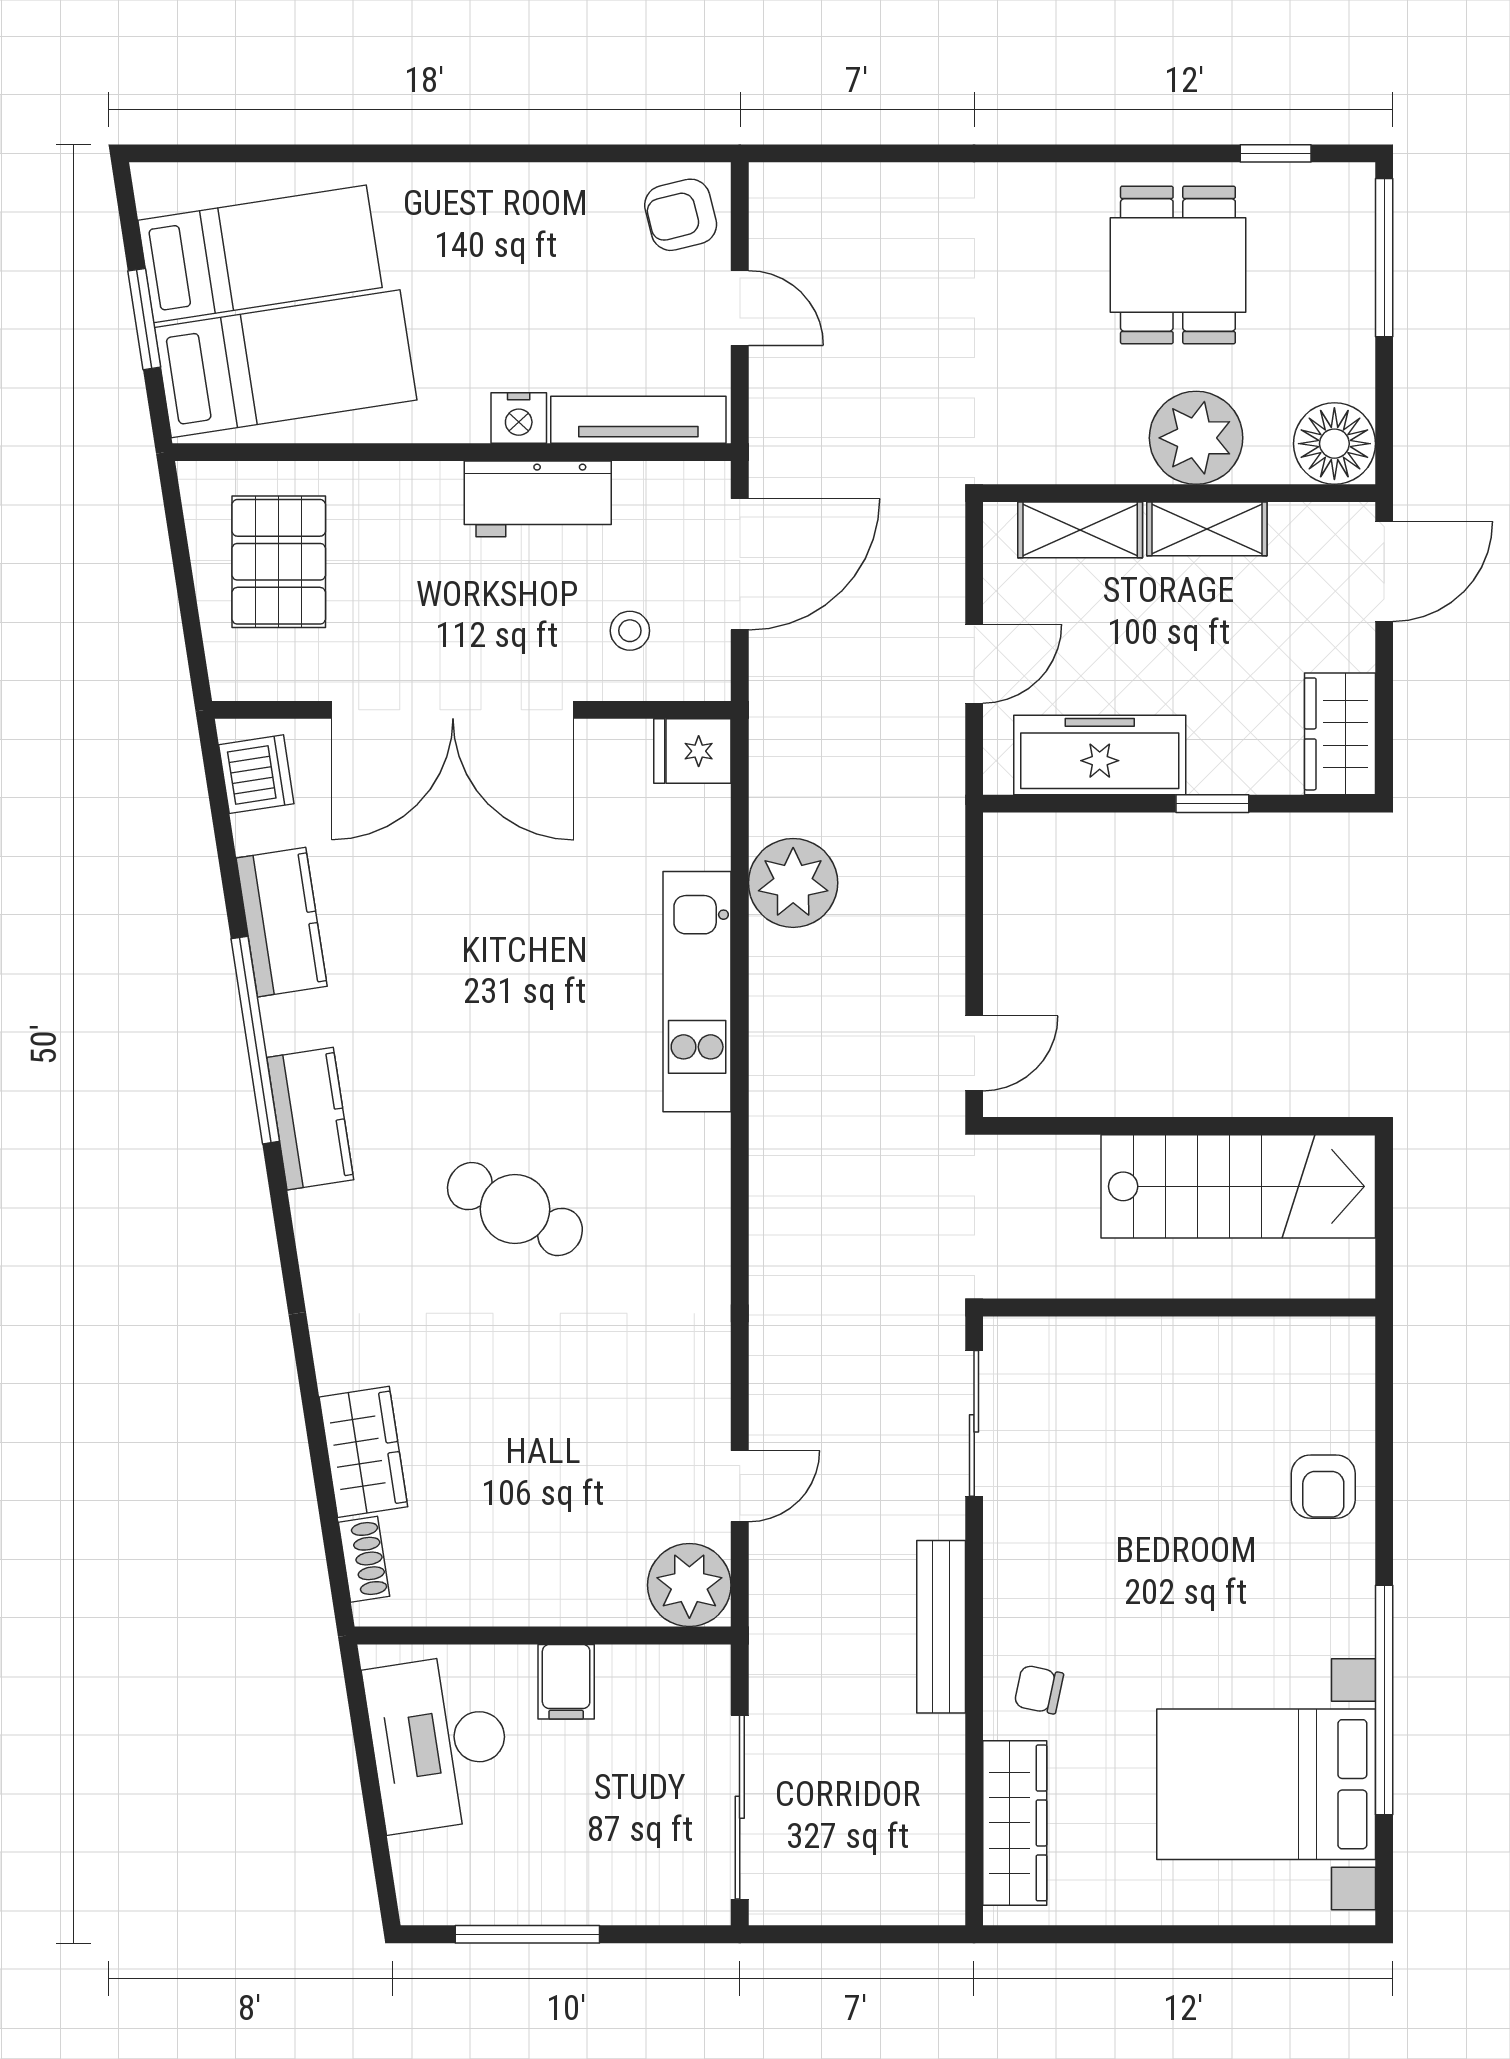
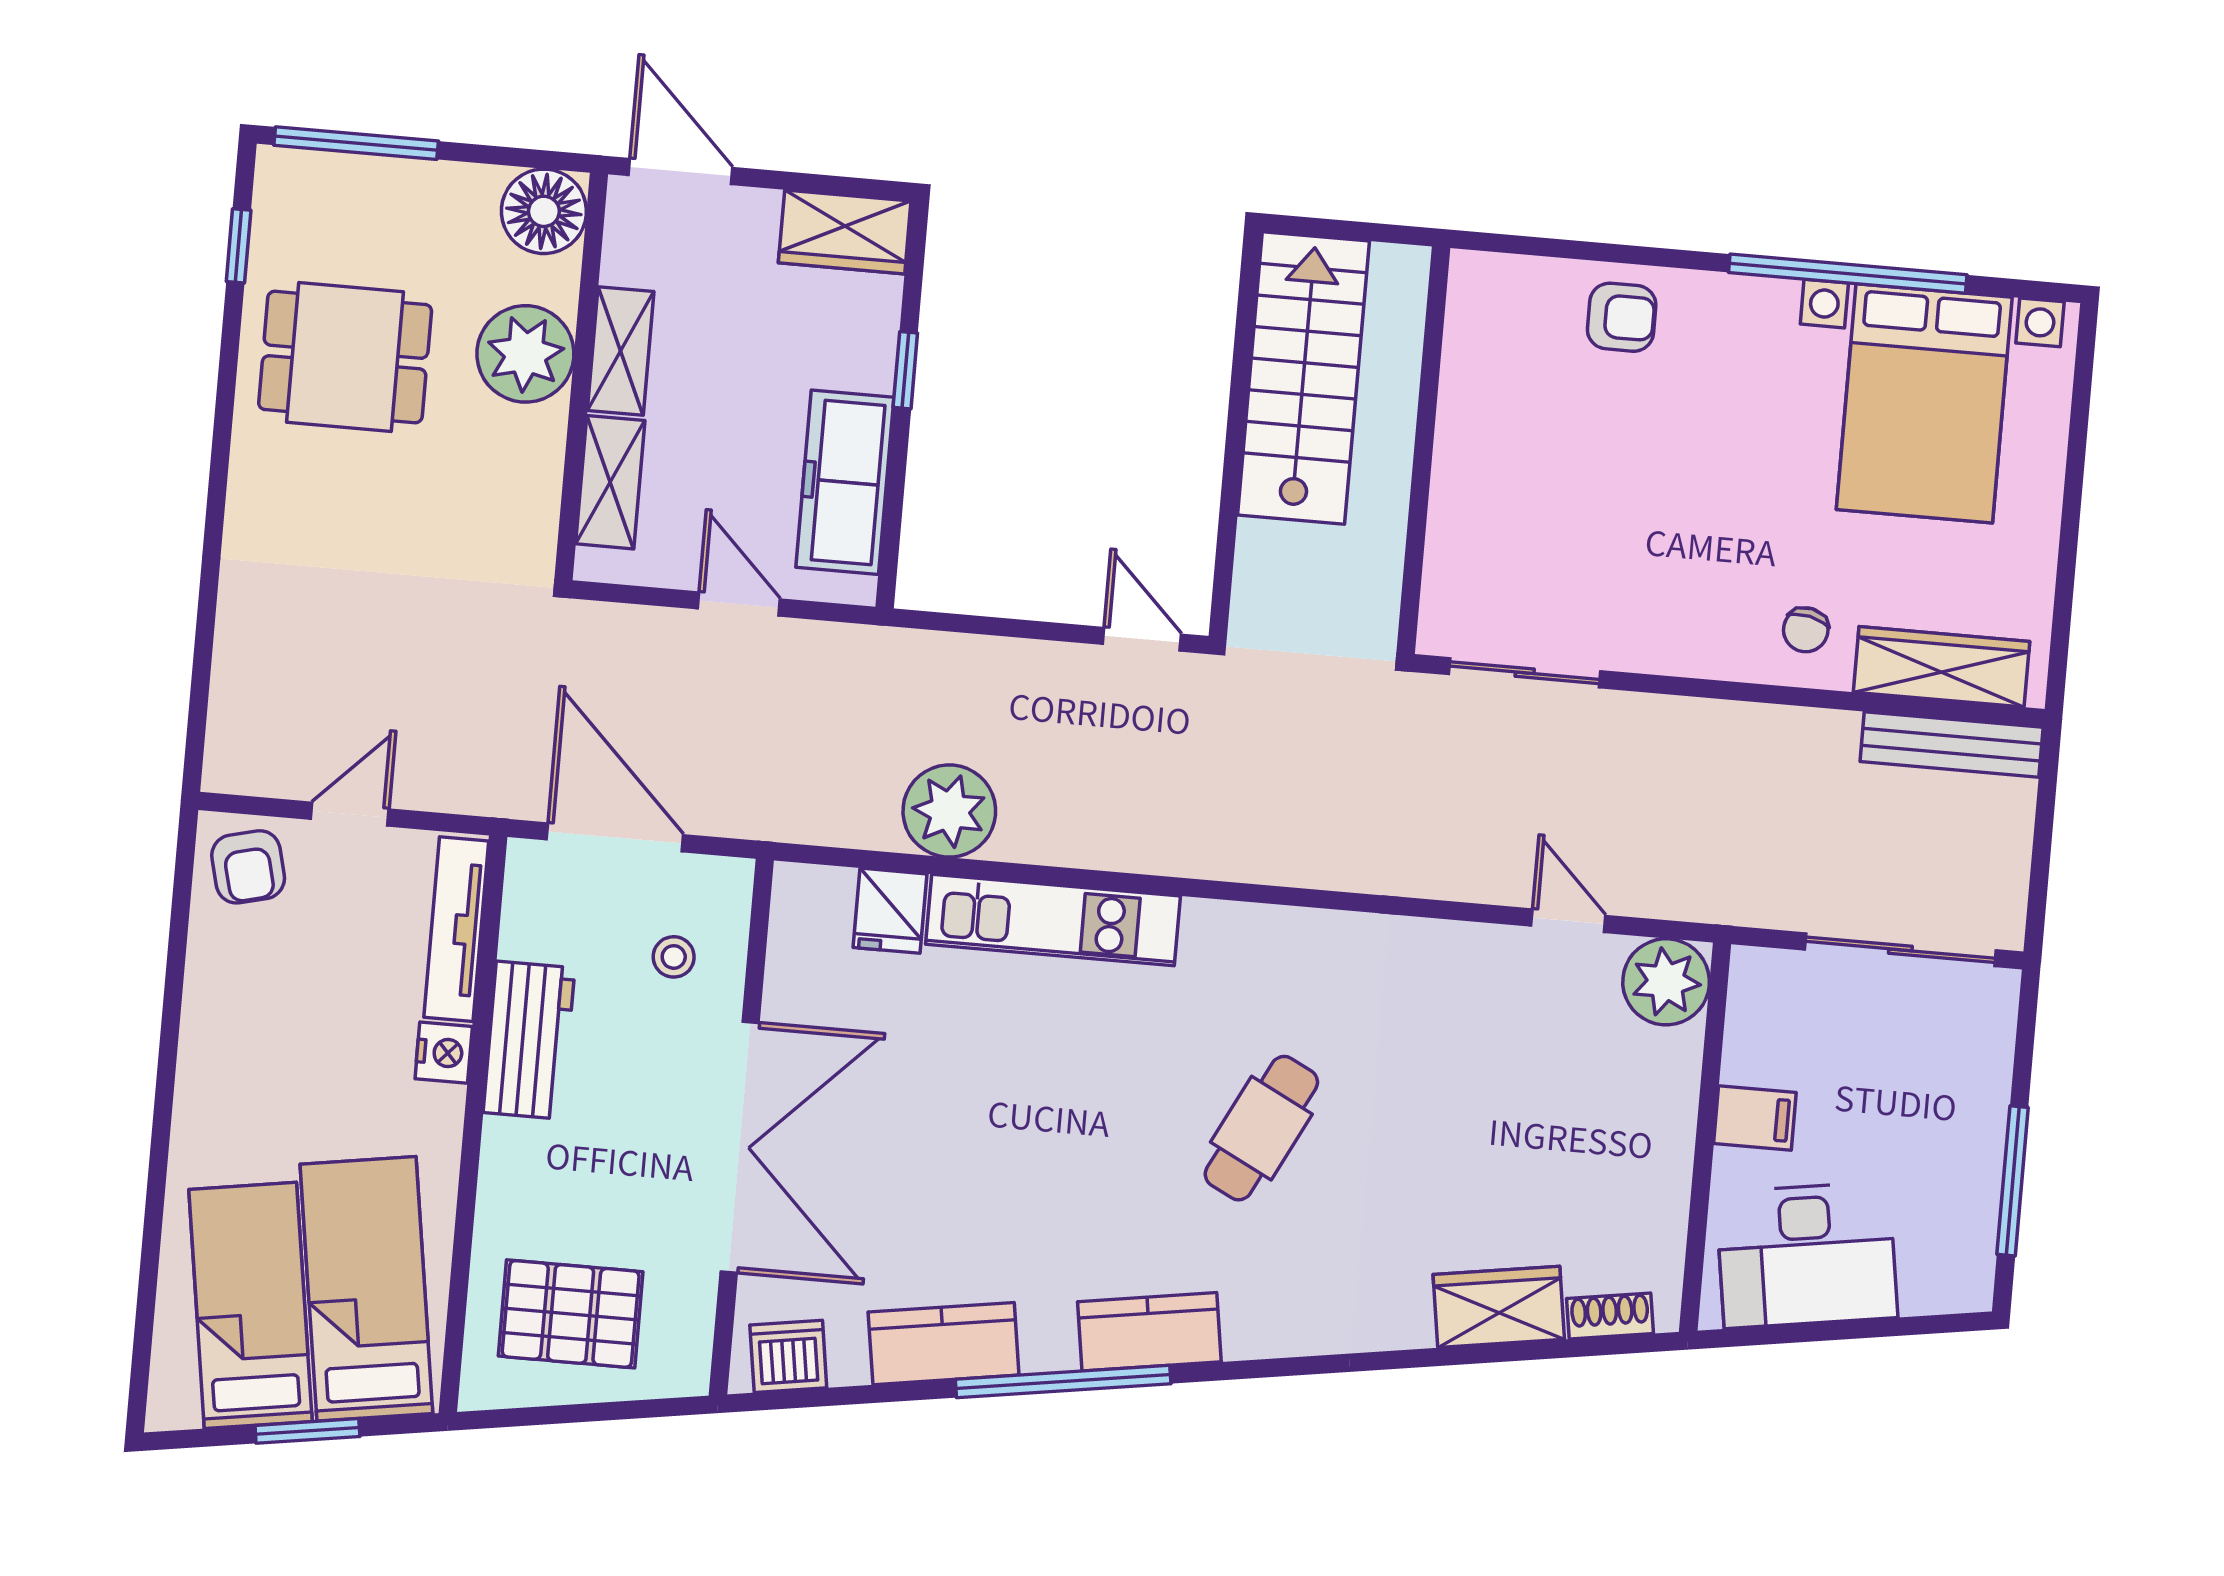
fridge: (692, 751) -> (890, 911), moved
bench: (941, 1627) -> (1952, 744), moved

